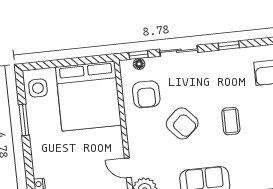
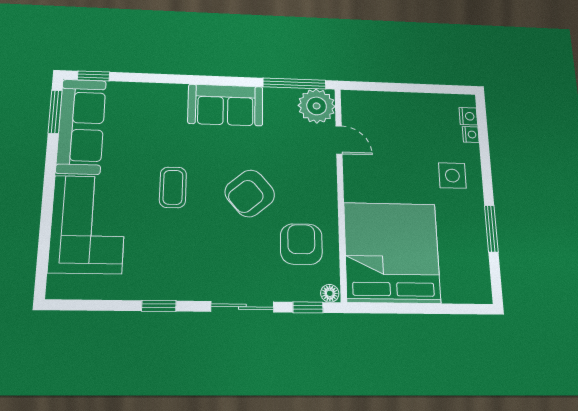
floor lamp: (139, 64) -> (330, 293), moved
side table: (38, 88) -> (452, 176), moved
armchair: (182, 123) -> (250, 193), turned -88

